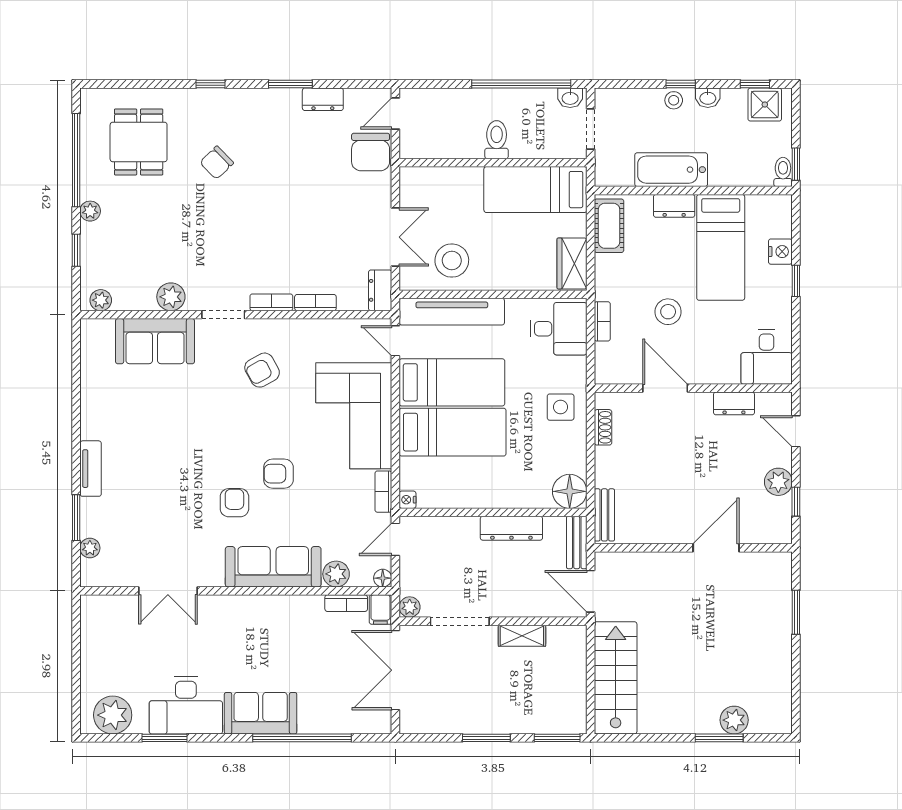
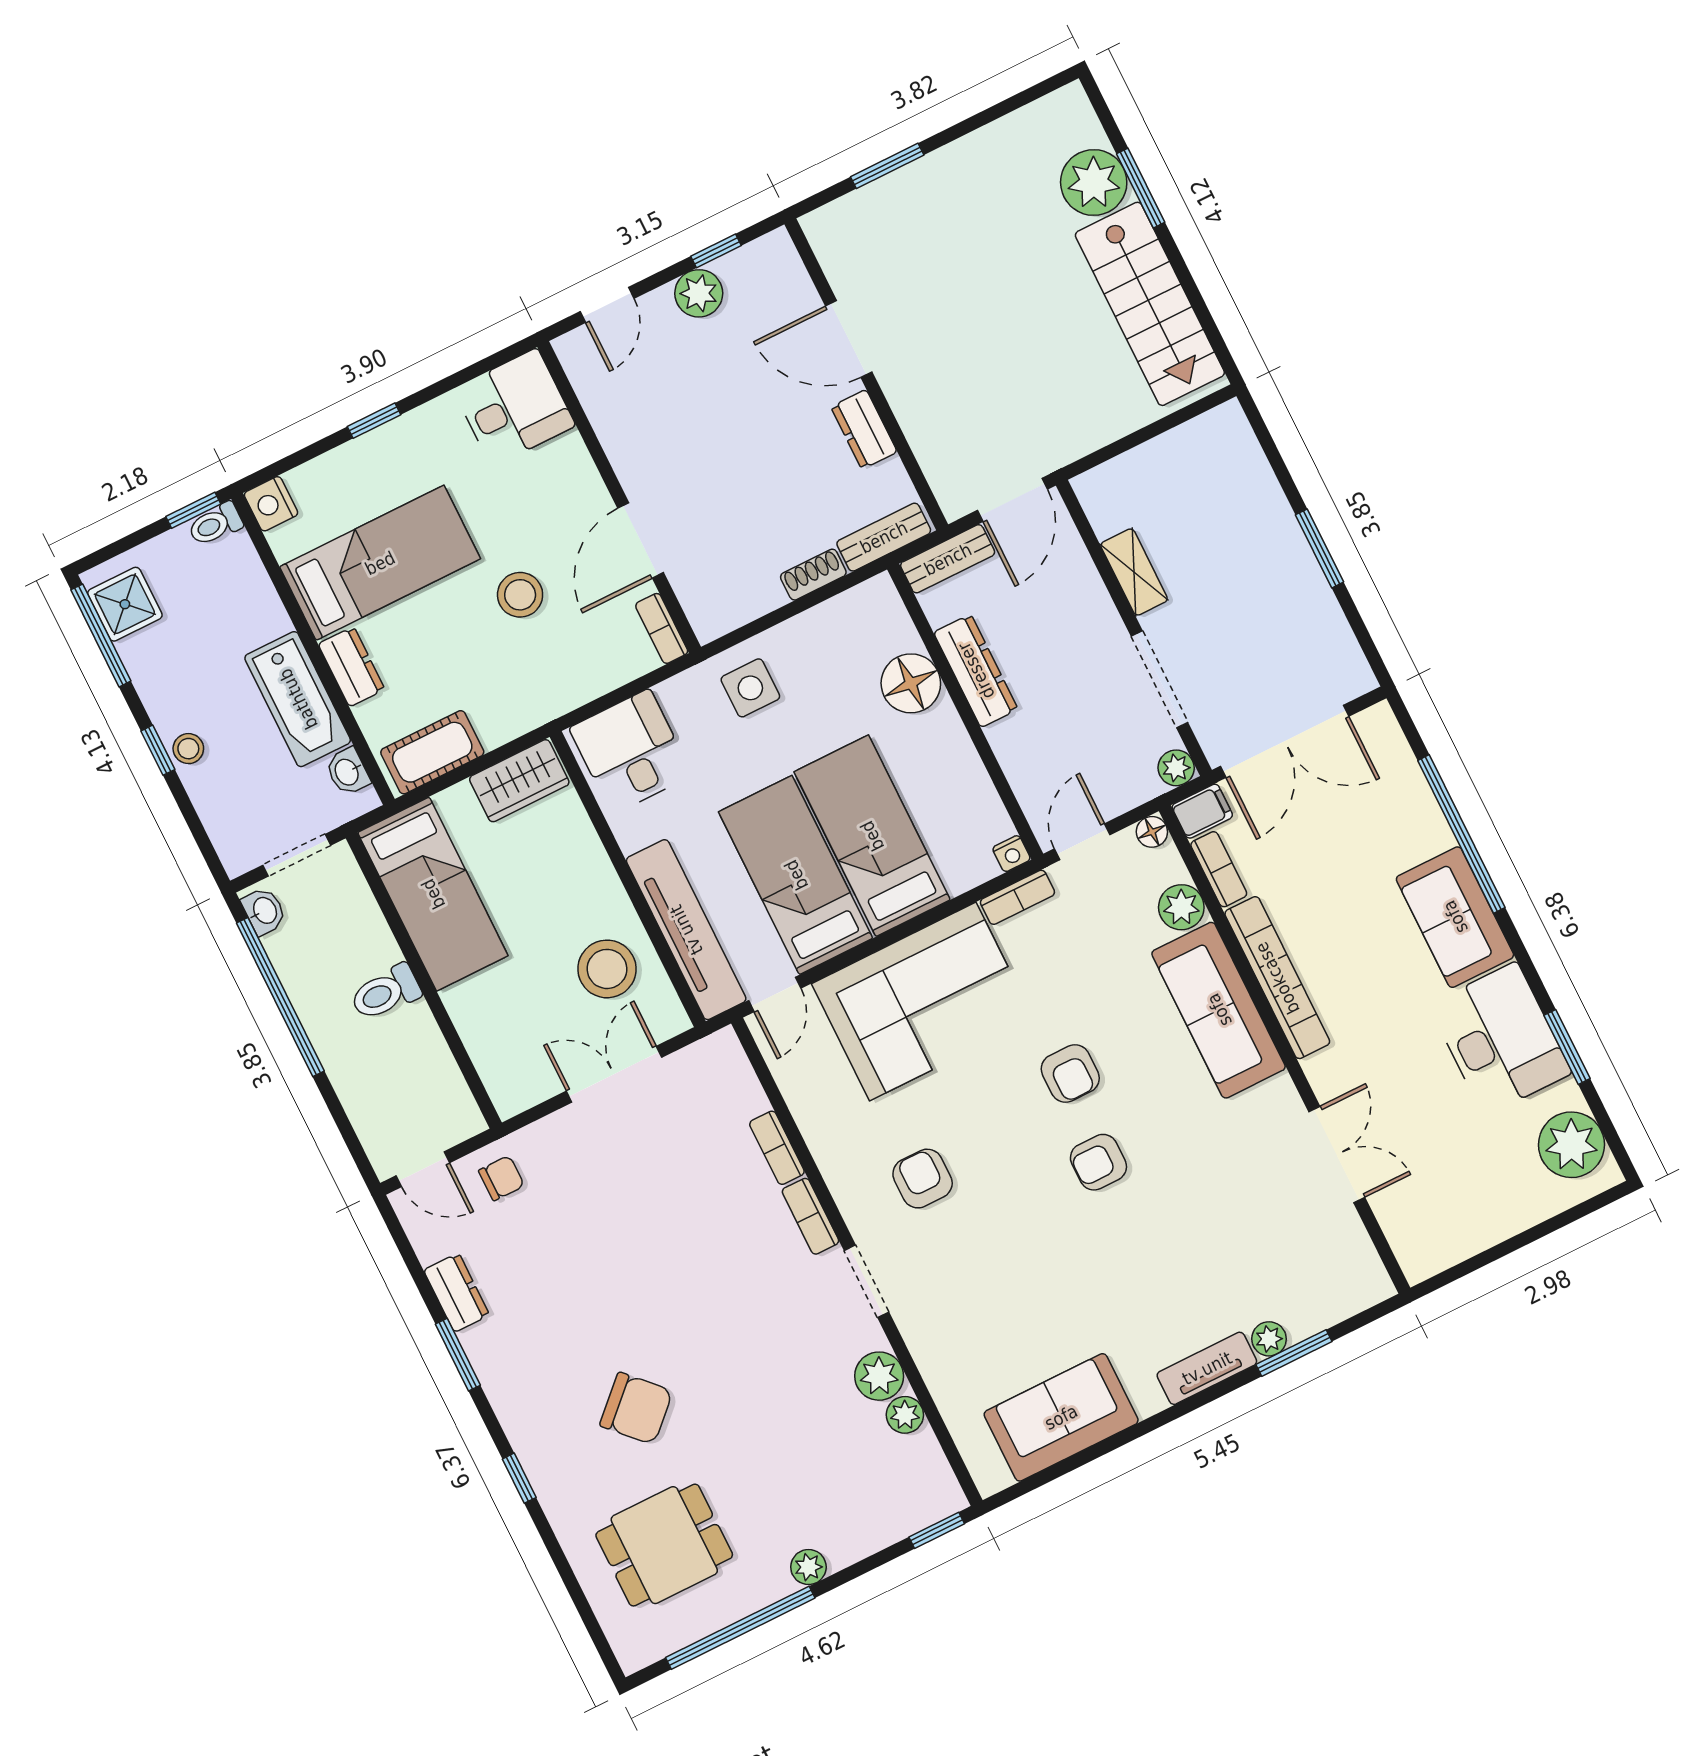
window: (755, 84) -> (101, 635), width x2.17
washbasin: (708, 98) -> (348, 772), moved, turned 180
chair: (371, 152) -> (501, 1178), width x0.54, depth x0.54
chair: (217, 163) -> (636, 1408), width x1.37, depth x1.37
window: (76, 250) -> (937, 1530), moved
nightstand: (780, 252) -> (271, 504), moved, turned -90
dresser: (380, 290) -> (708, 1057), removed
plant: (101, 300) -> (905, 1415), moved
bookcase: (602, 321) -> (662, 628), moved, turned -90
sofa: (155, 341) -> (1061, 1417), moved, turned -90
armchair: (262, 370) -> (923, 1179), turned -151
dresser: (734, 403) -> (864, 429), moved, turned 180
shoe rack: (603, 427) -> (813, 575), moved
floor lamp: (570, 491) -> (911, 683), moved
armchair: (234, 503) -> (1098, 1162), moved
door: (395, 539) -> (1082, 842), swing flipped
plant: (90, 548) -> (1269, 1339), moved
bookcase: (275, 606) -> (1277, 978), added
stairs: (616, 678) -> (1150, 304), moved, turned -90
plant: (734, 720) -> (1094, 183), width x1.36, depth x1.36
window: (557, 738) -> (1265, 439), removed

